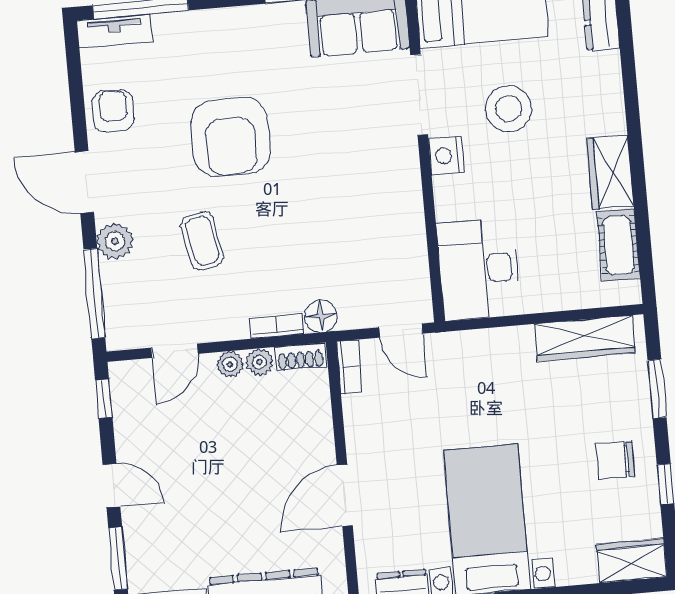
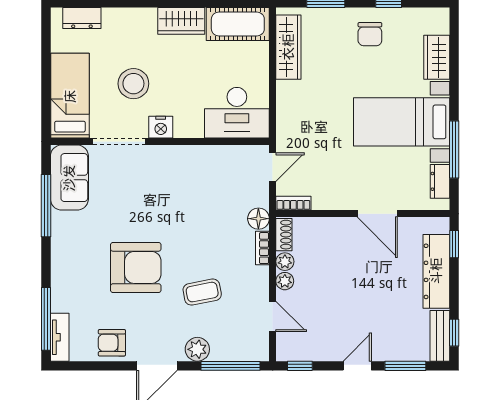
cot: (618, 245) -> (238, 24), width x1.37, depth x1.34
wardrobe: (632, 561) -> (437, 57), moved

